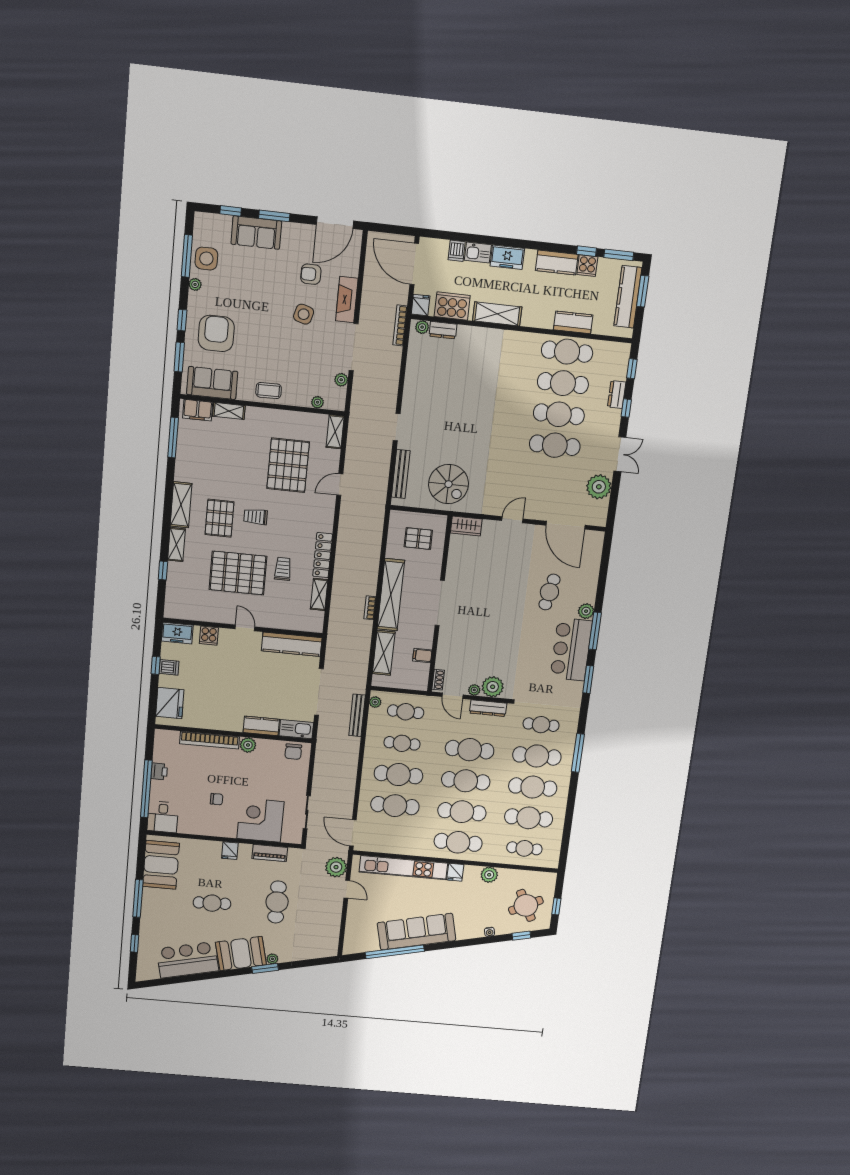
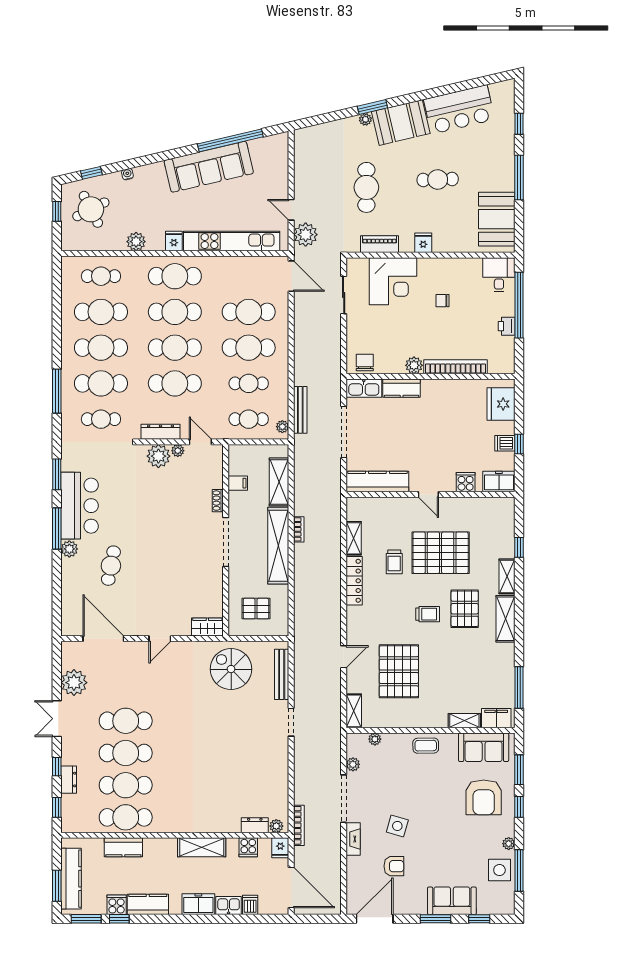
fireplace: (347, 300) -> (353, 839), width x0.73, depth x0.76
cooker: (452, 306) -> (248, 847), width x0.53, depth x0.76
shoe rack: (438, 680) -> (218, 501), moved

